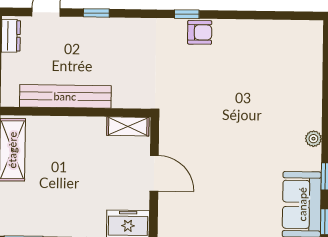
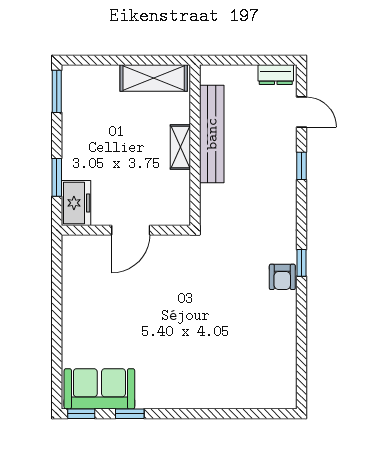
shelving: (128, 126) -> (180, 147), moved
plant: (313, 139) -> (170, 400), removed

